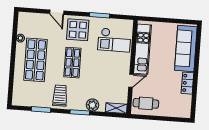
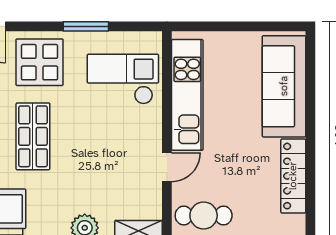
checkout: (114, 40) -> (123, 79), turned 180
locker: (187, 83) -> (293, 176), width x1.53

